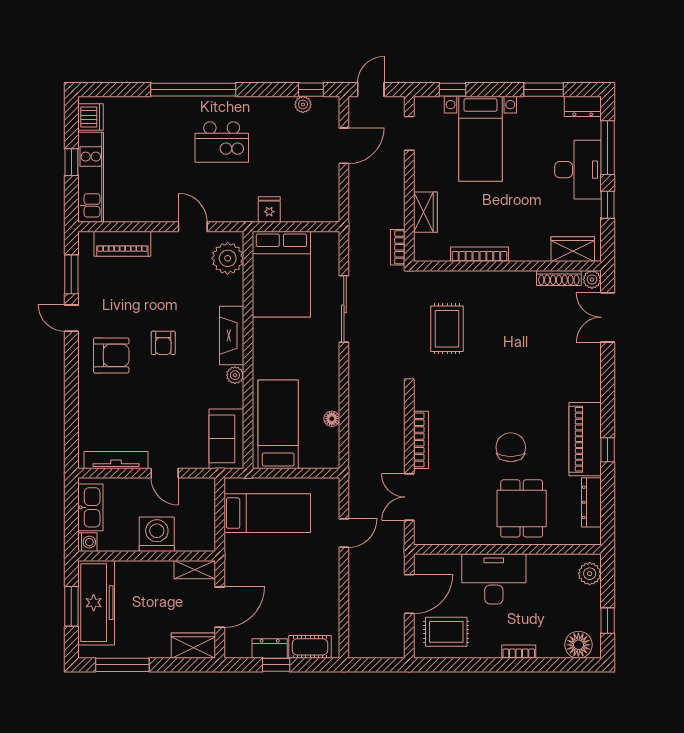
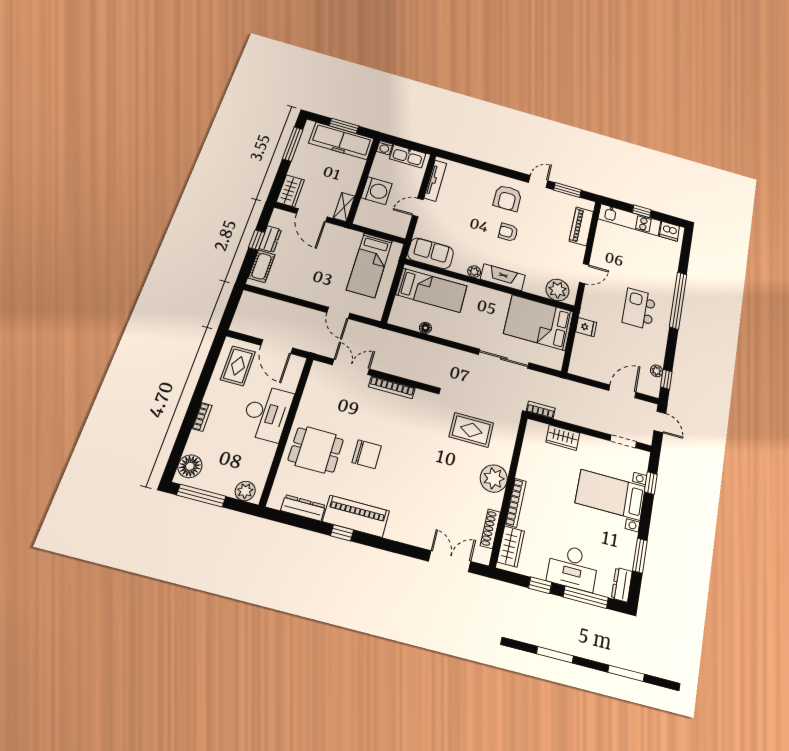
door: (344, 146) -> (622, 391), swing flipped
bookcase: (479, 254) -> (516, 503), moved
plant: (592, 279) -> (494, 478), moved, width x1.87, depth x1.87
window: (608, 621) -> (201, 496), width x2.17

